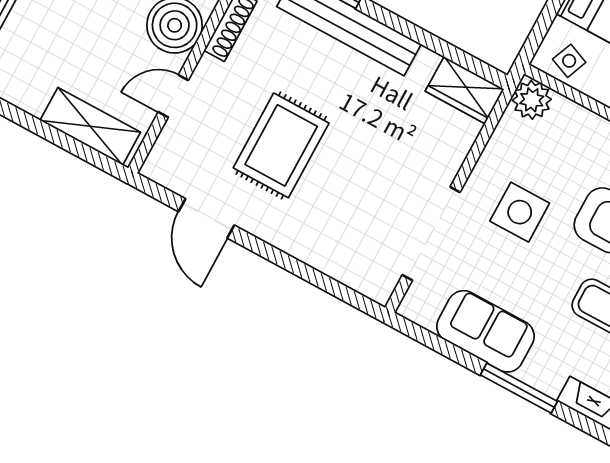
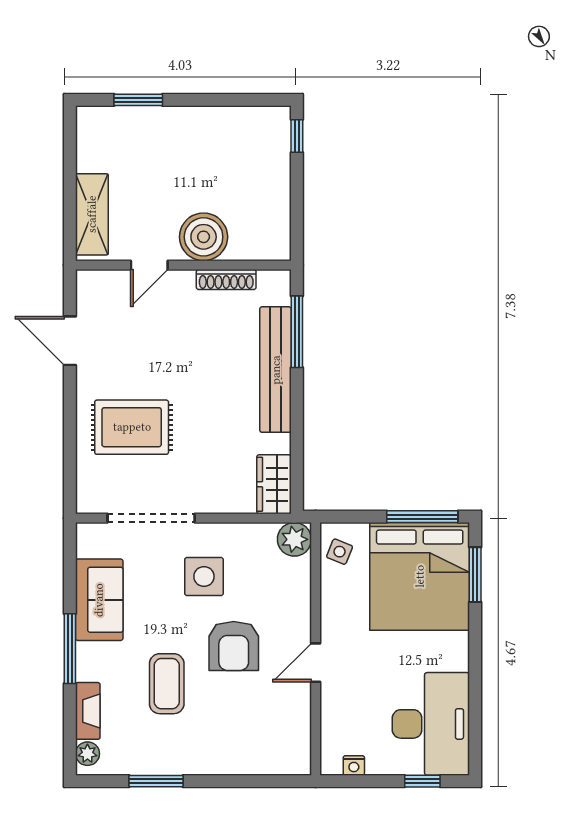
door: (173, 96) -> (149, 265), swing flipped
rug: (281, 145) -> (132, 427), moved
door: (206, 218) -> (70, 341), hinge flipped

